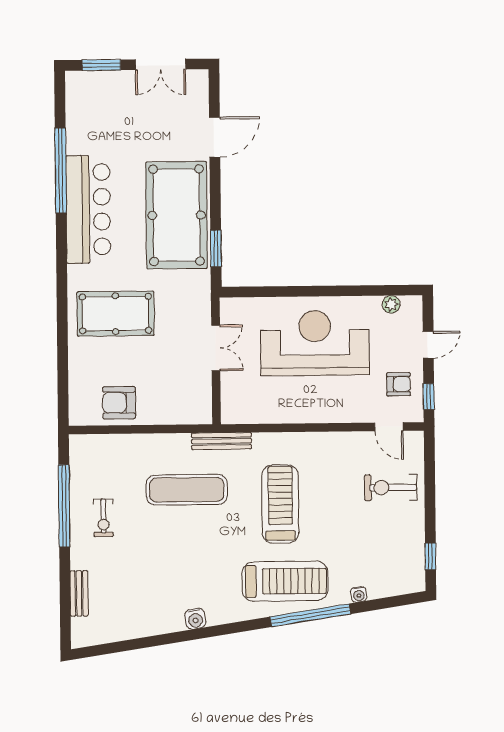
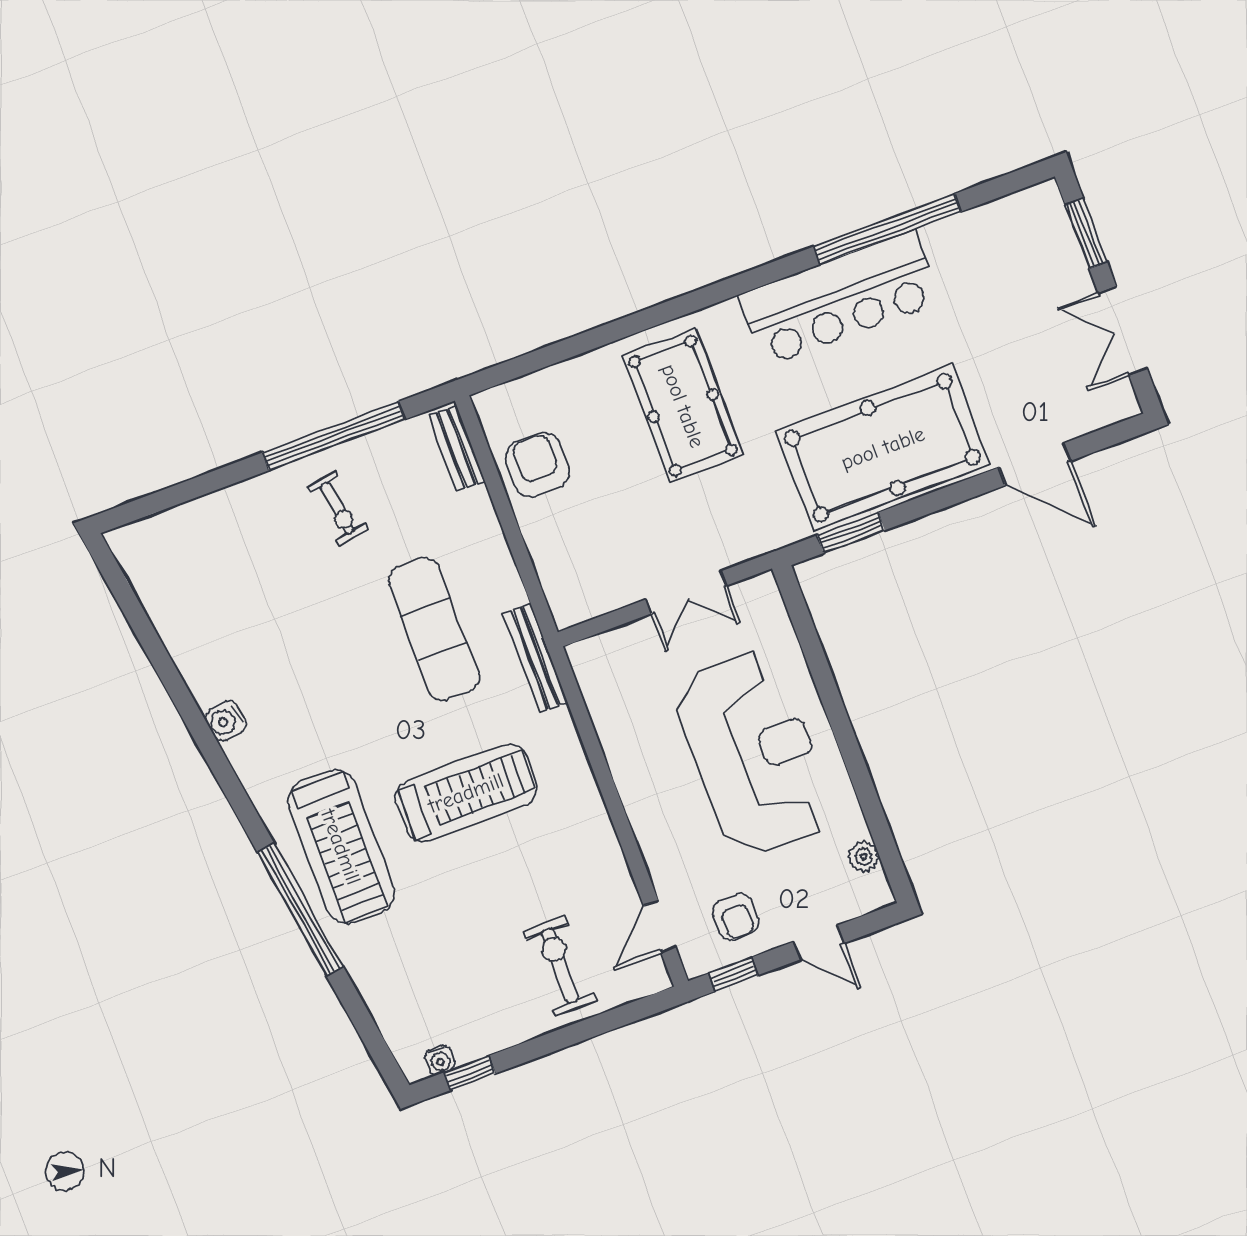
exercise bike: (103, 518) -> (338, 508), turned -99
bench: (79, 593) -> (456, 448), moved, turned 90
water cooler: (359, 594) -> (440, 1060), moved, turned -81

